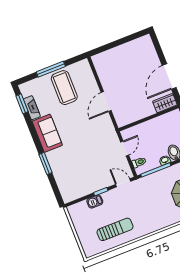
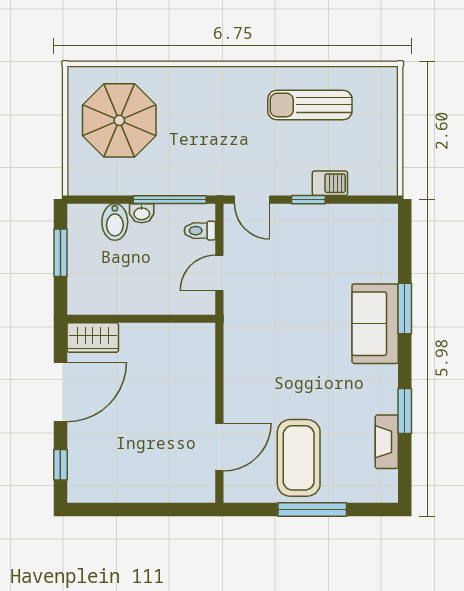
window: (158, 48) -> (60, 465), added
door: (106, 102) -> (219, 447), moved
window: (22, 104) -> (405, 411), moved
sofa: (47, 133) -> (375, 324), moved

